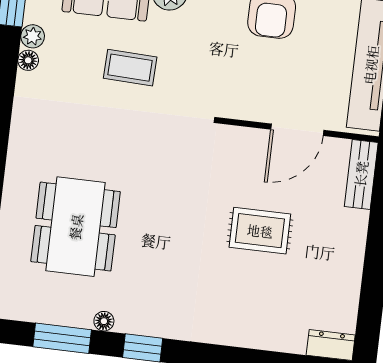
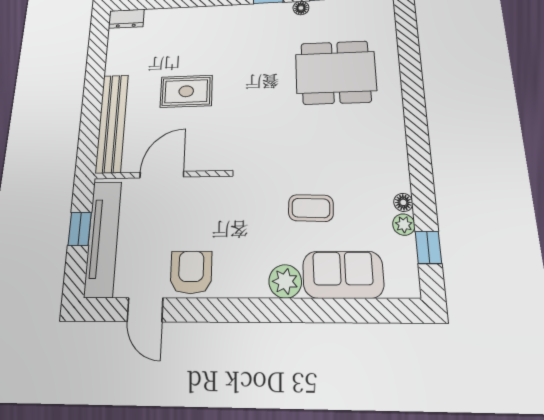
bench: (361, 174) -> (112, 123), width x1.86, depth x1.21
dining table: (76, 227) -> (336, 72), turned 90

